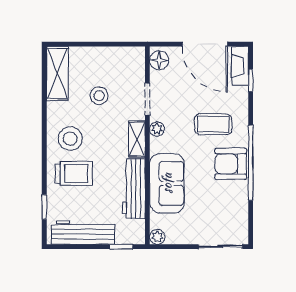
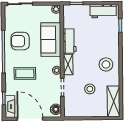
armchair: (231, 164) -> (20, 41), moved, turned 180
trolley: (74, 173) -> (104, 45), removed
workbench: (134, 189) -> (70, 41), width x0.73
workbench: (83, 233) -> (103, 11), width x0.73

